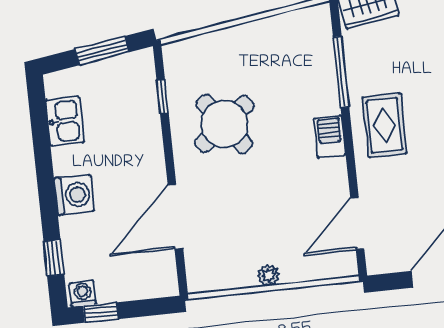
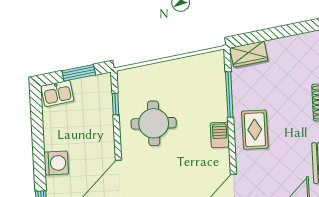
kitchen sink: (65, 121) -> (57, 93), moved, turned 82
round table: (224, 124) -> (154, 123), turned 38

